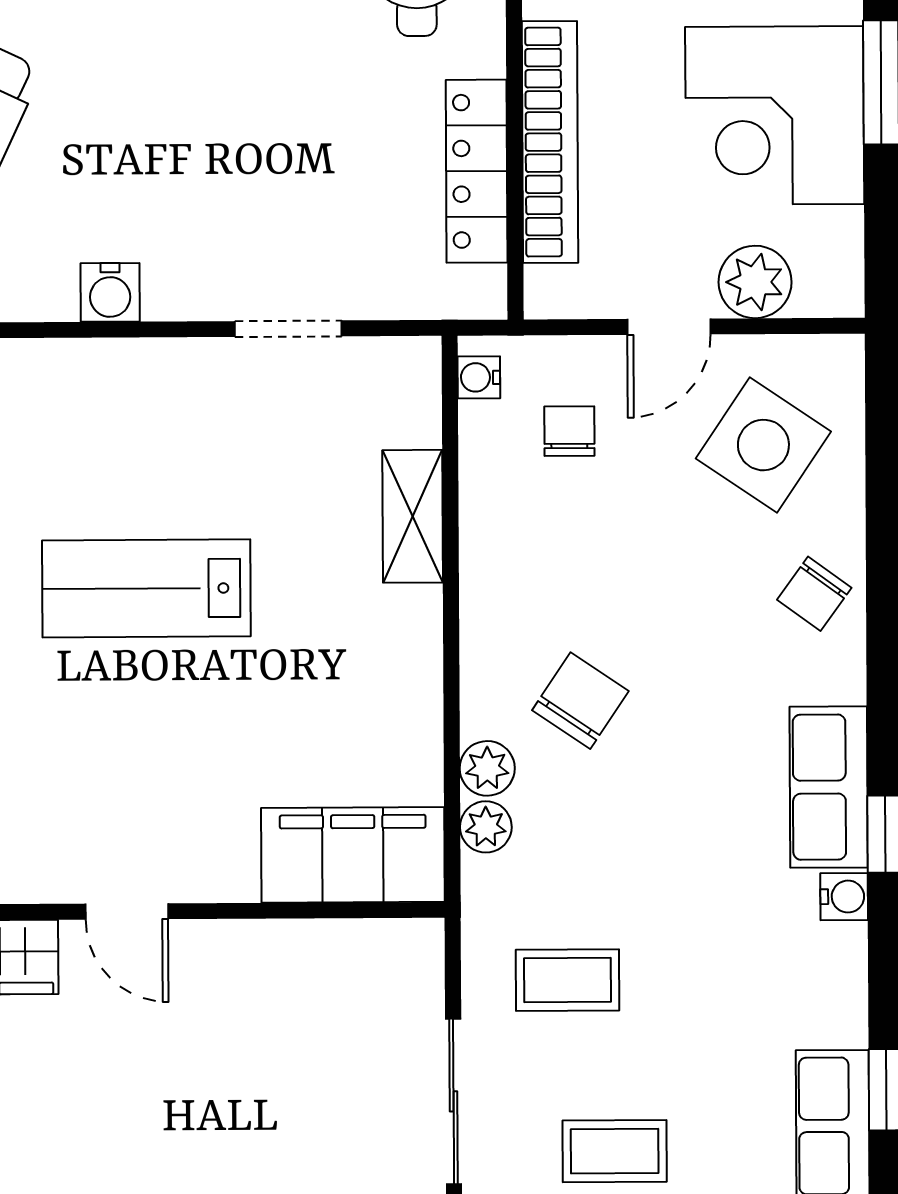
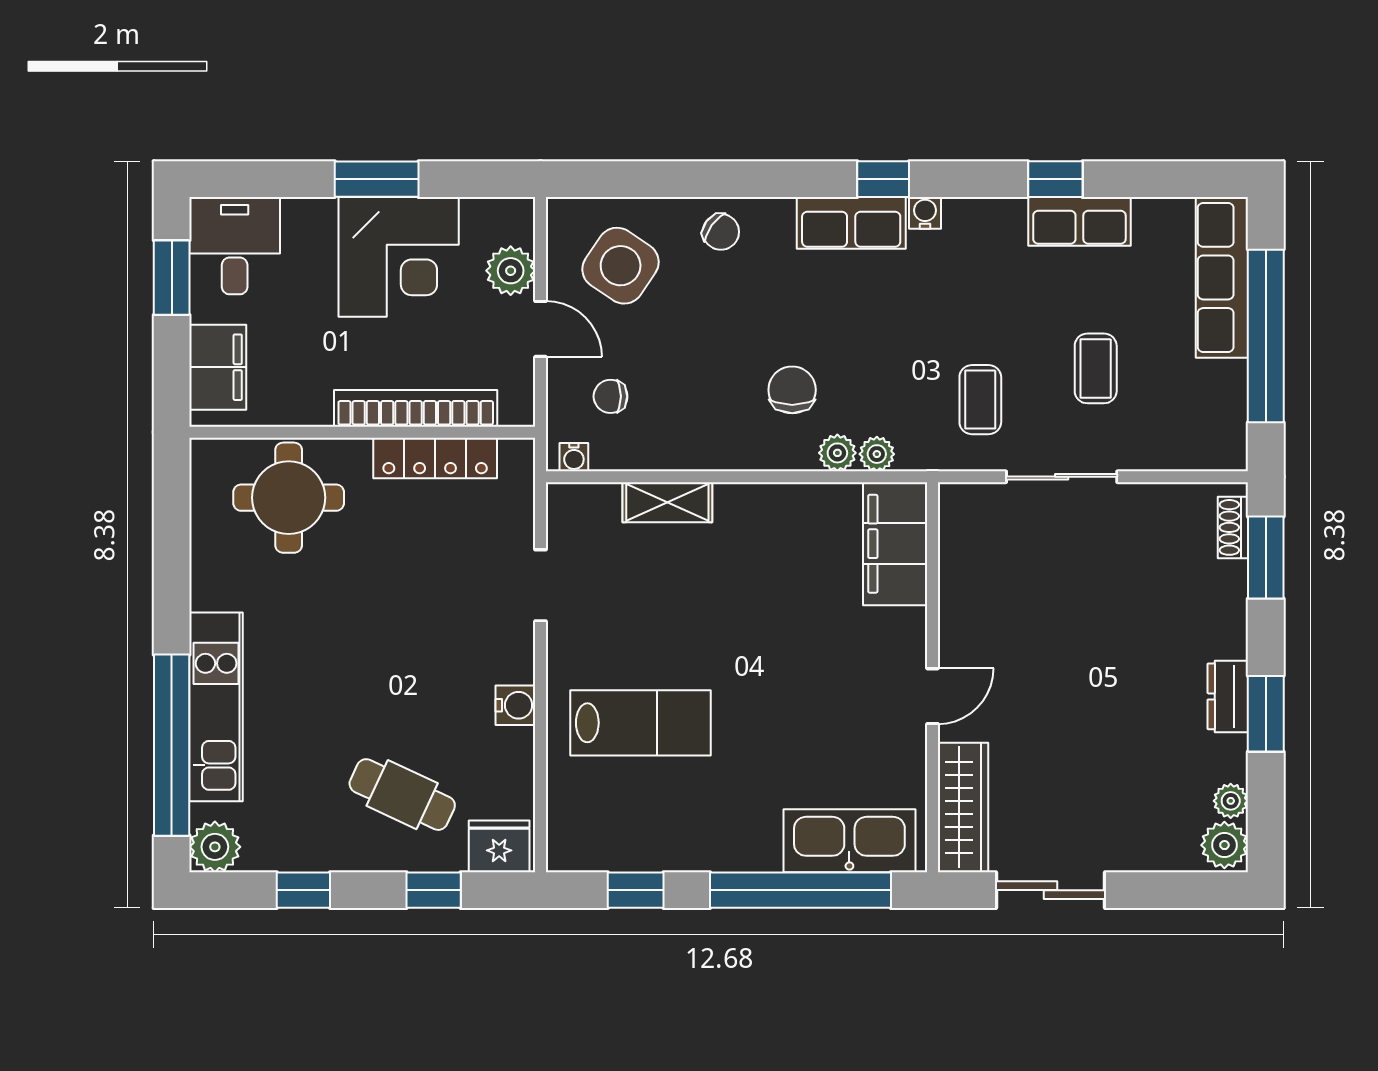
lab bench: (146, 588) -> (641, 723), moved, turned -90
chair: (580, 701) -> (792, 390), turned 56

